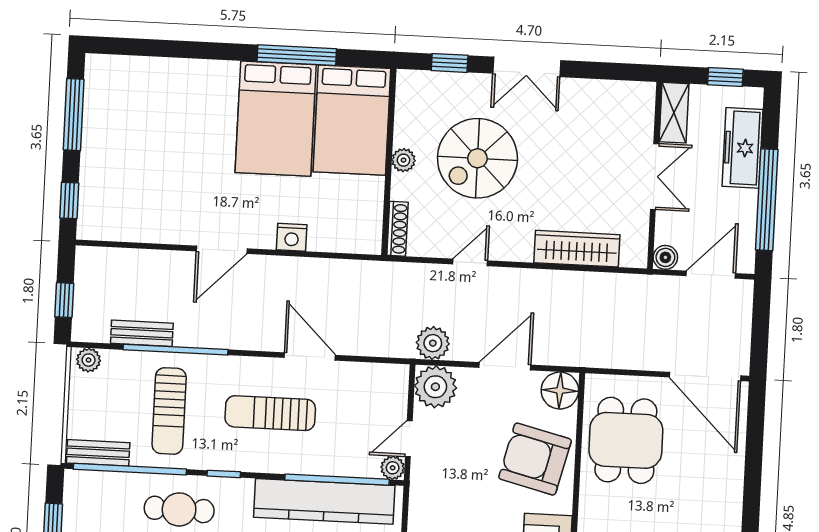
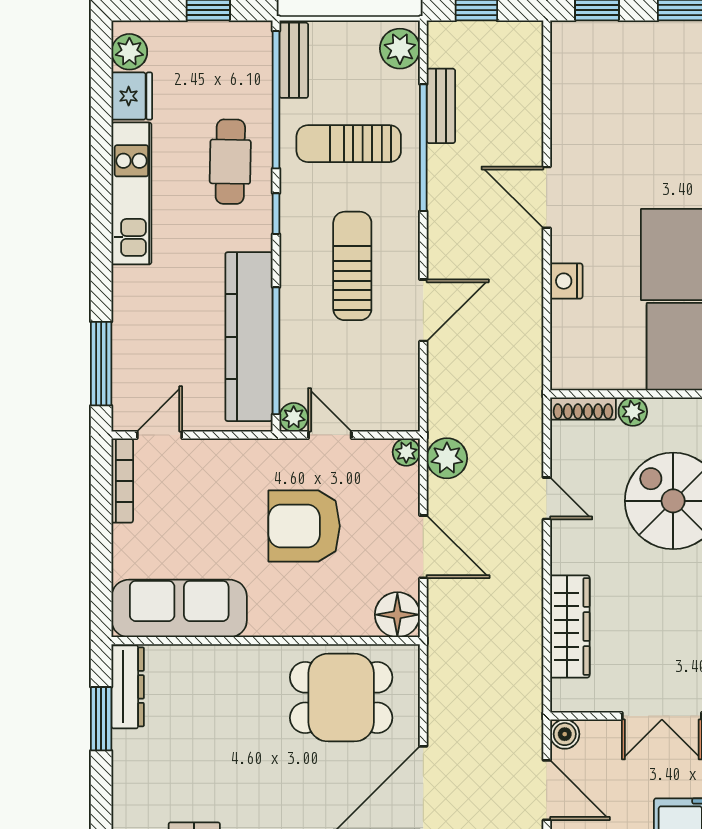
plant: (404, 160) -> (633, 412), moved
plant: (89, 360) -> (400, 49), width x1.38, depth x1.38
plant: (435, 387) -> (406, 452), width x0.53, depth x0.53
armchair: (535, 459) -> (304, 526), moved, turned -104

